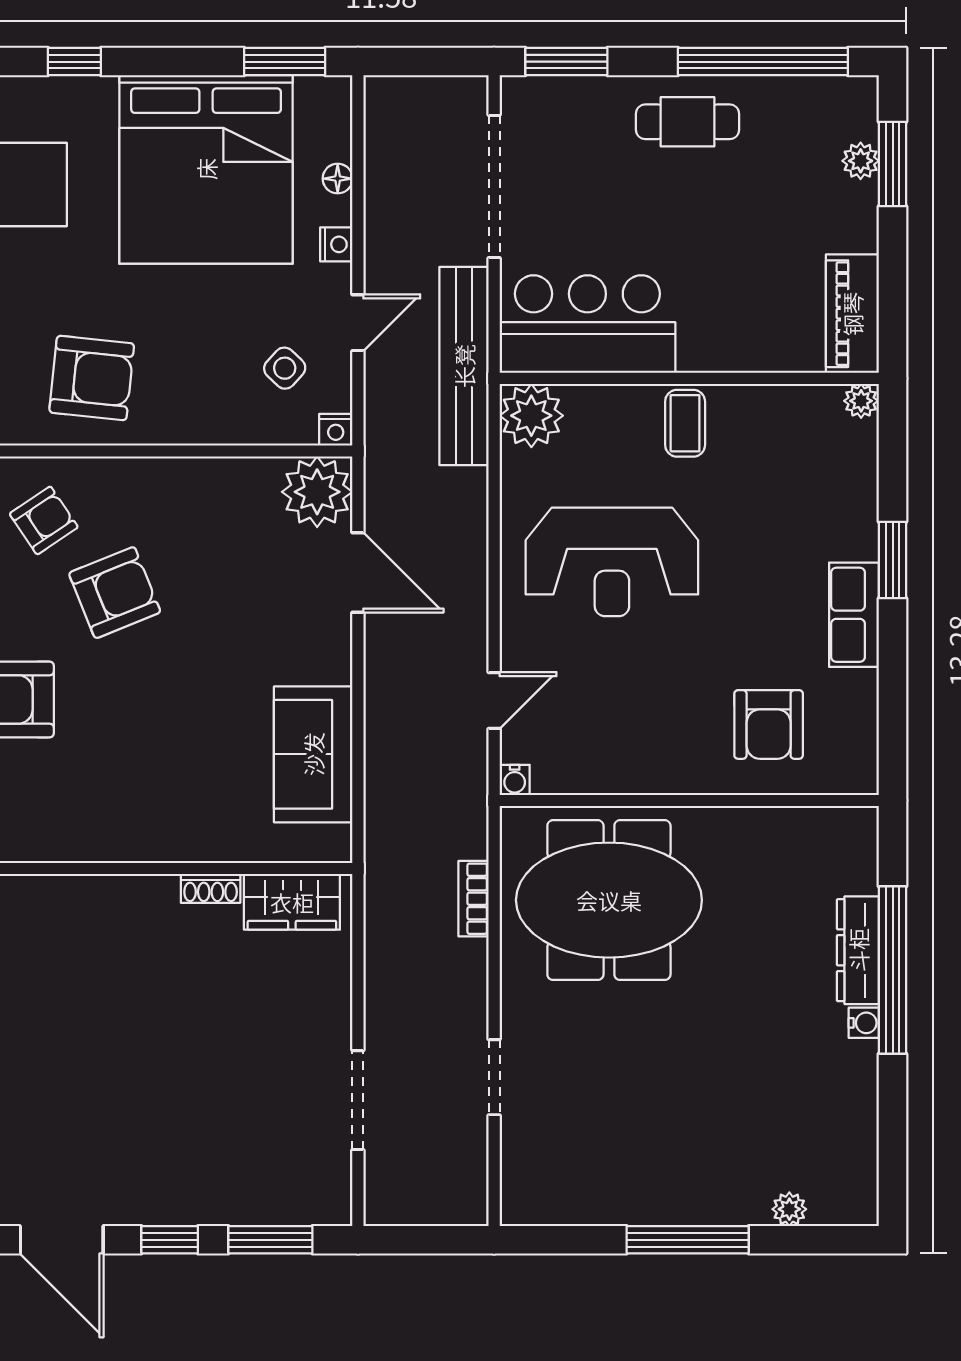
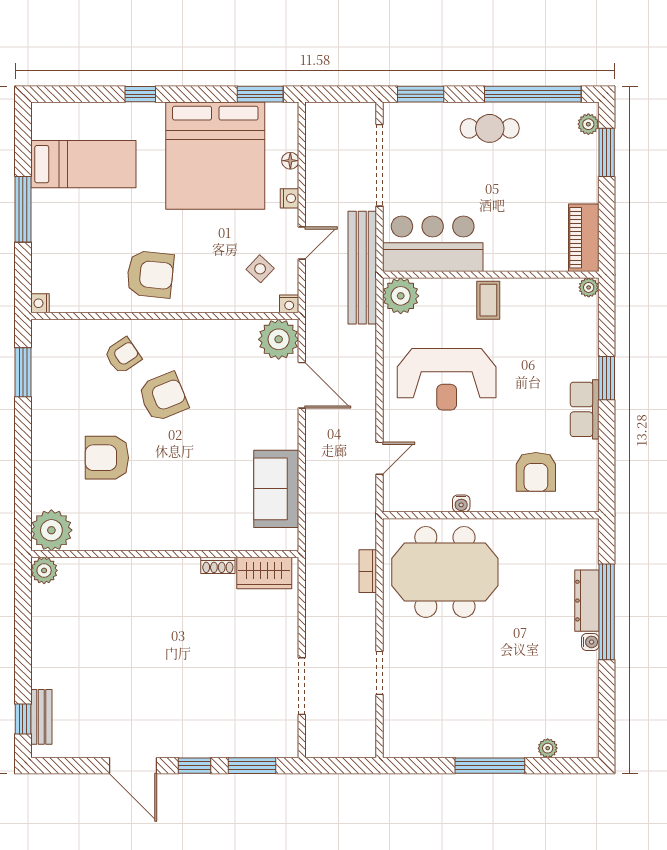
plant: (861, 161) -> (588, 124), moved
water cooler: (515, 780) -> (461, 504), moved

